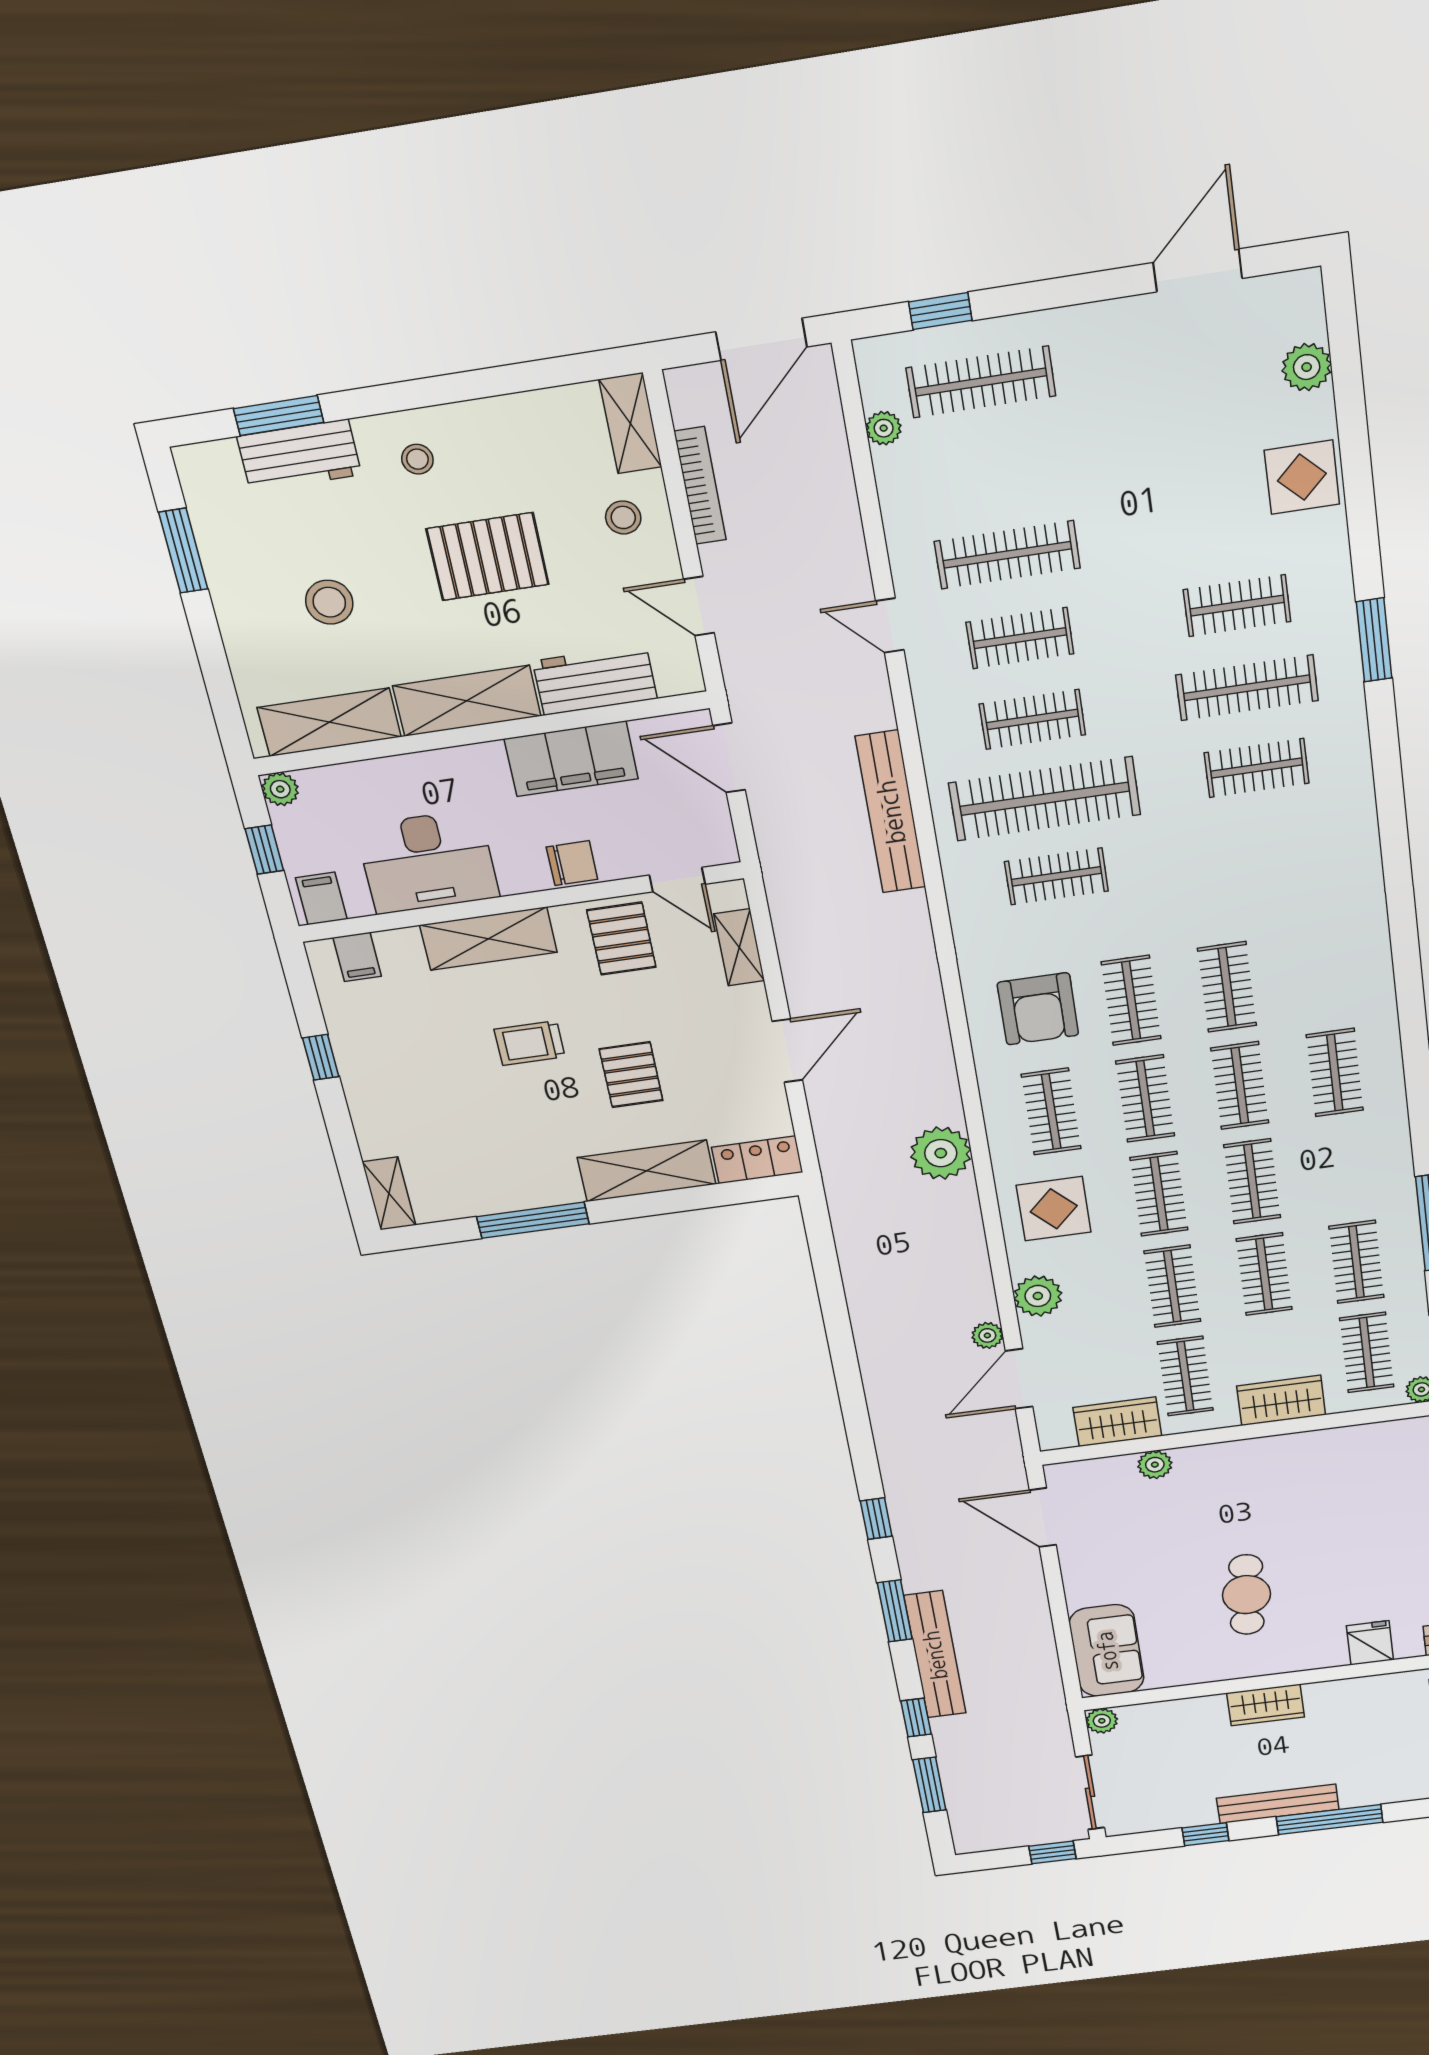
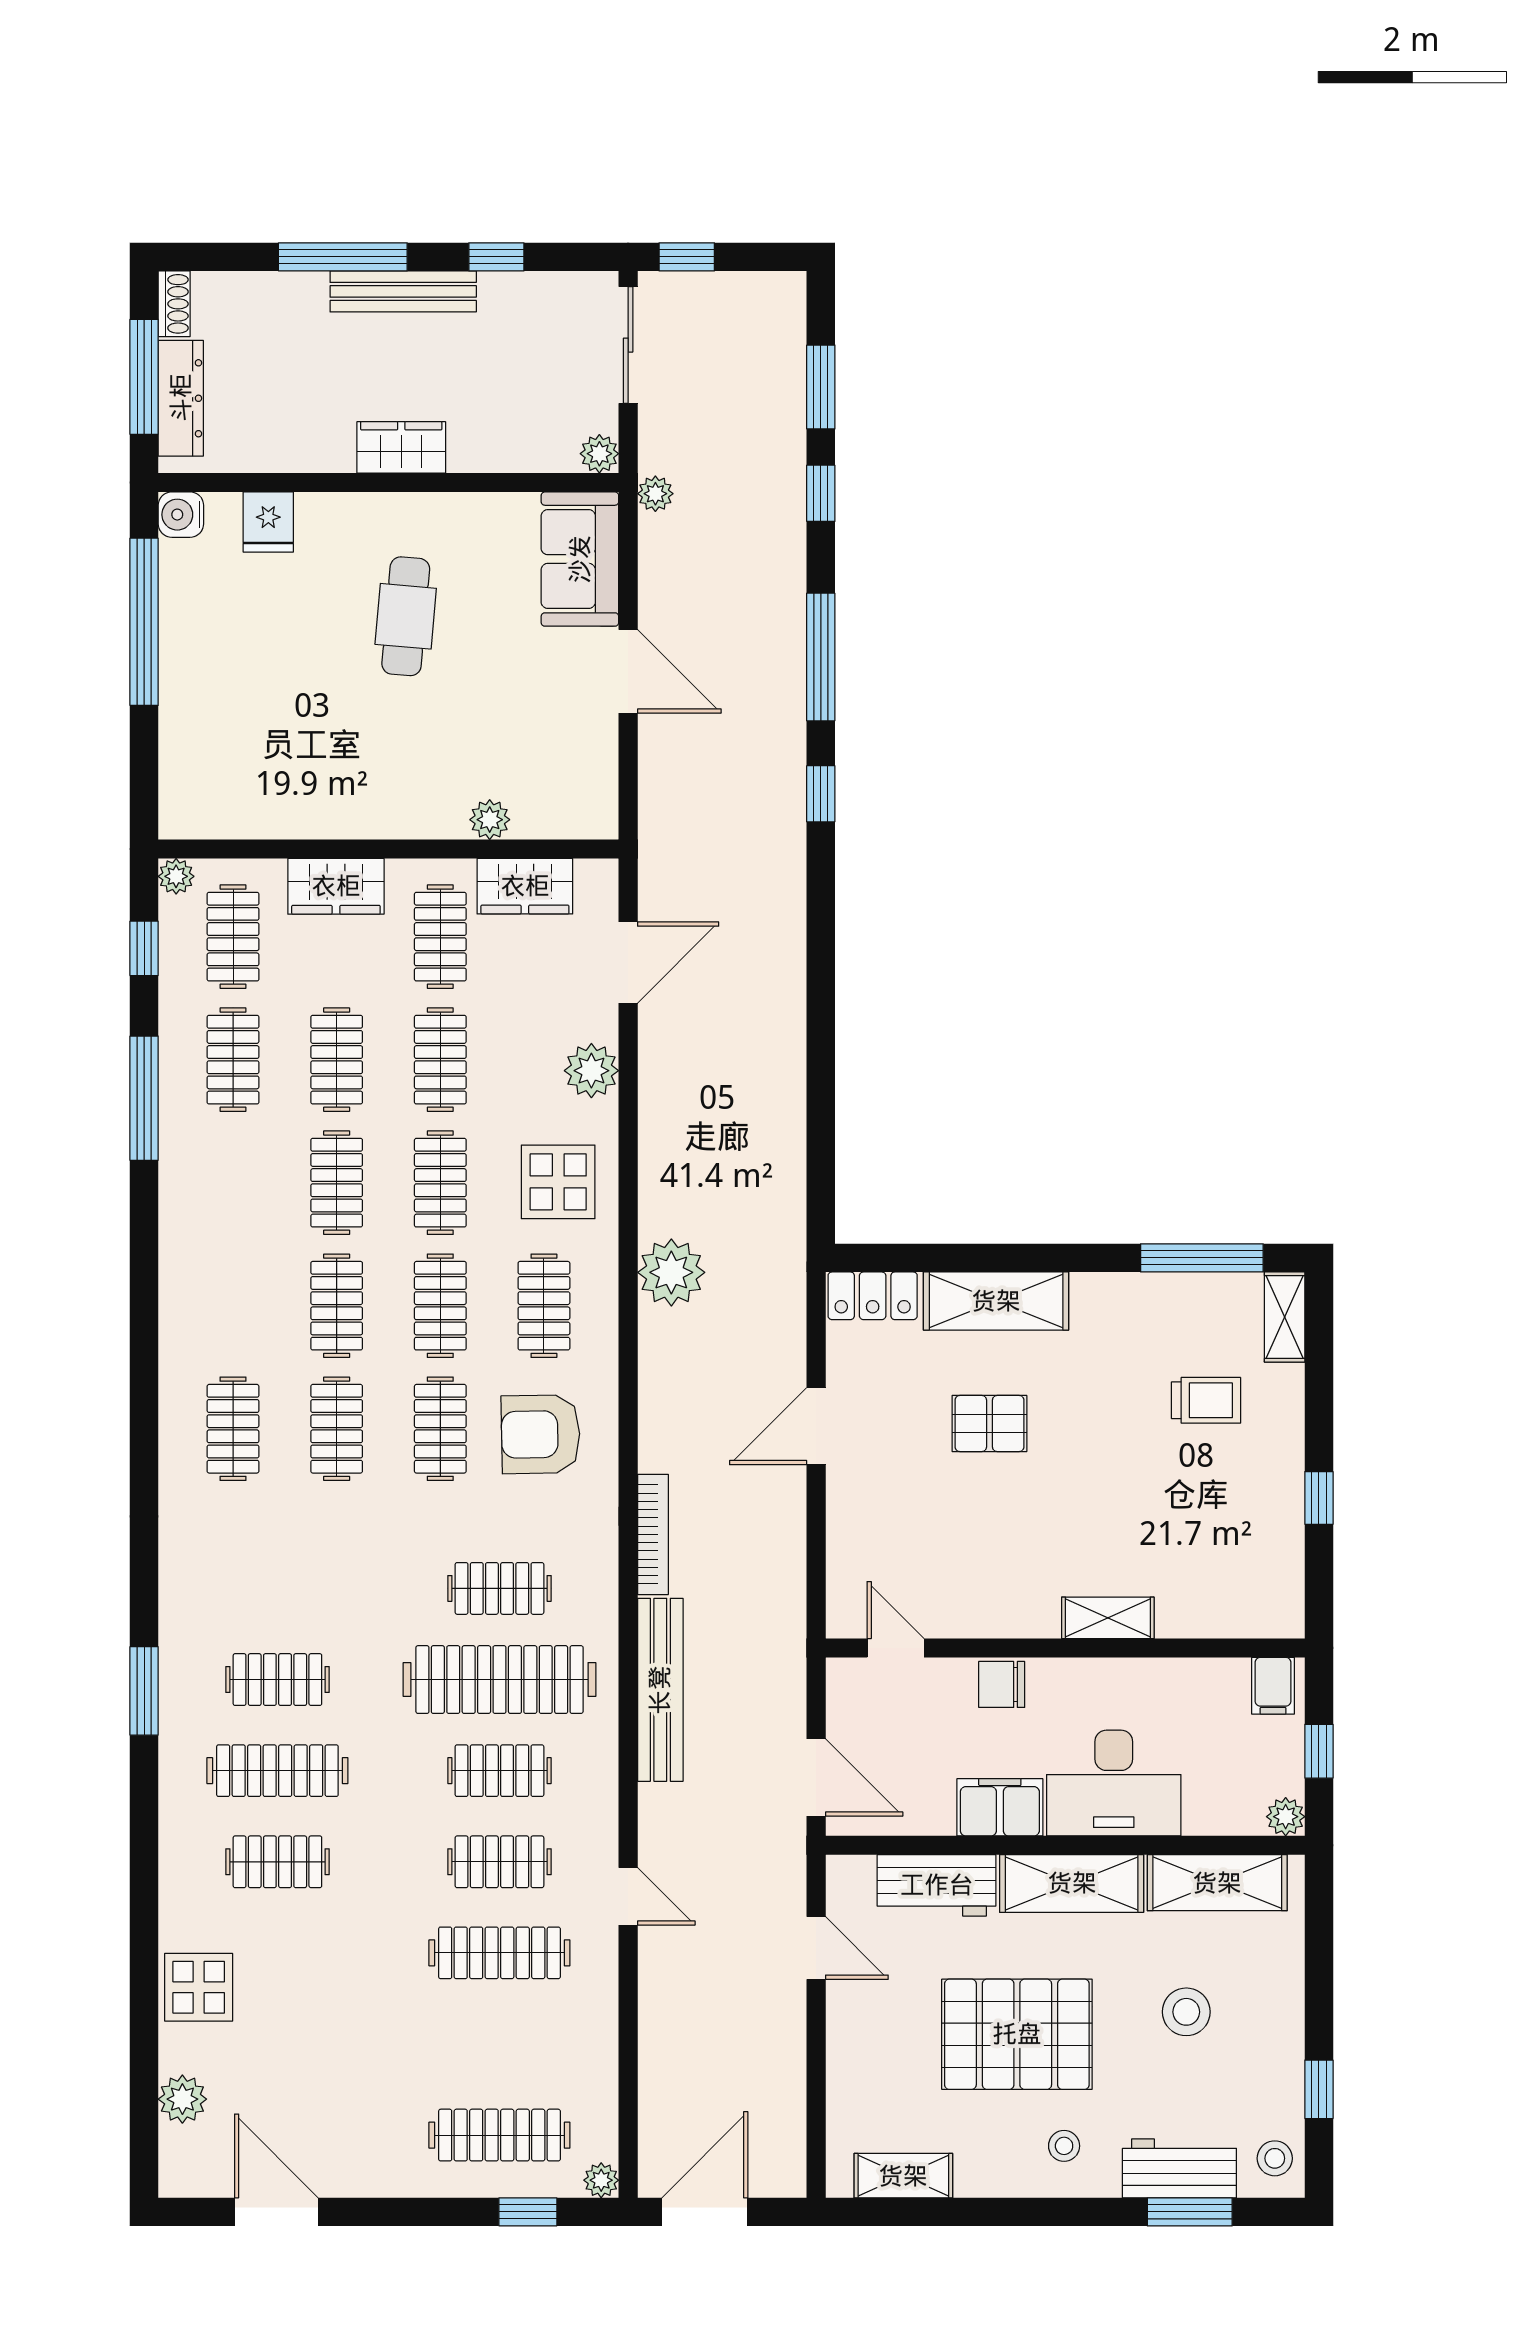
door: (1198, 270) -> (276, 2212), swing flipped
shelving: (630, 423) -> (903, 2176), moved, turned 90
plant: (884, 428) -> (601, 2180), moved
bookcase: (700, 486) -> (653, 1534), moved, turned 180
stool: (623, 517) -> (1275, 2158), moved
window: (183, 551) -> (1319, 2089), width x0.67
pallet: (488, 557) -> (1017, 2034), width x1.37, depth x1.41
window: (1374, 640) -> (144, 1691), moved
filing cabinet: (571, 759) -> (1000, 1807), width x0.67, depth x0.86
desk: (428, 862) -> (1114, 1783), moved, turned 180
shelving: (488, 939) -> (1108, 1618), width x0.67, depth x0.75
pallet: (621, 939) -> (968, 1589), removed
shelving: (739, 947) -> (845, 1558), removed
filing cabinet: (357, 957) -> (1251, 1611), removed
armchair: (1038, 1009) -> (541, 1434), turned -91
trolley: (530, 1043) -> (1206, 1400), moved
clothes rail: (1335, 1073) -> (233, 1429), moved
pallet: (631, 1075) -> (989, 1424), turned 90
window: (533, 1220) -> (1202, 1258), moved
plant: (987, 1335) -> (655, 494), moved
door: (1043, 1518) -> (628, 671), moved
window: (895, 1611) -> (821, 657), width x1.44
bench: (935, 1655) -> (783, 585), removed

